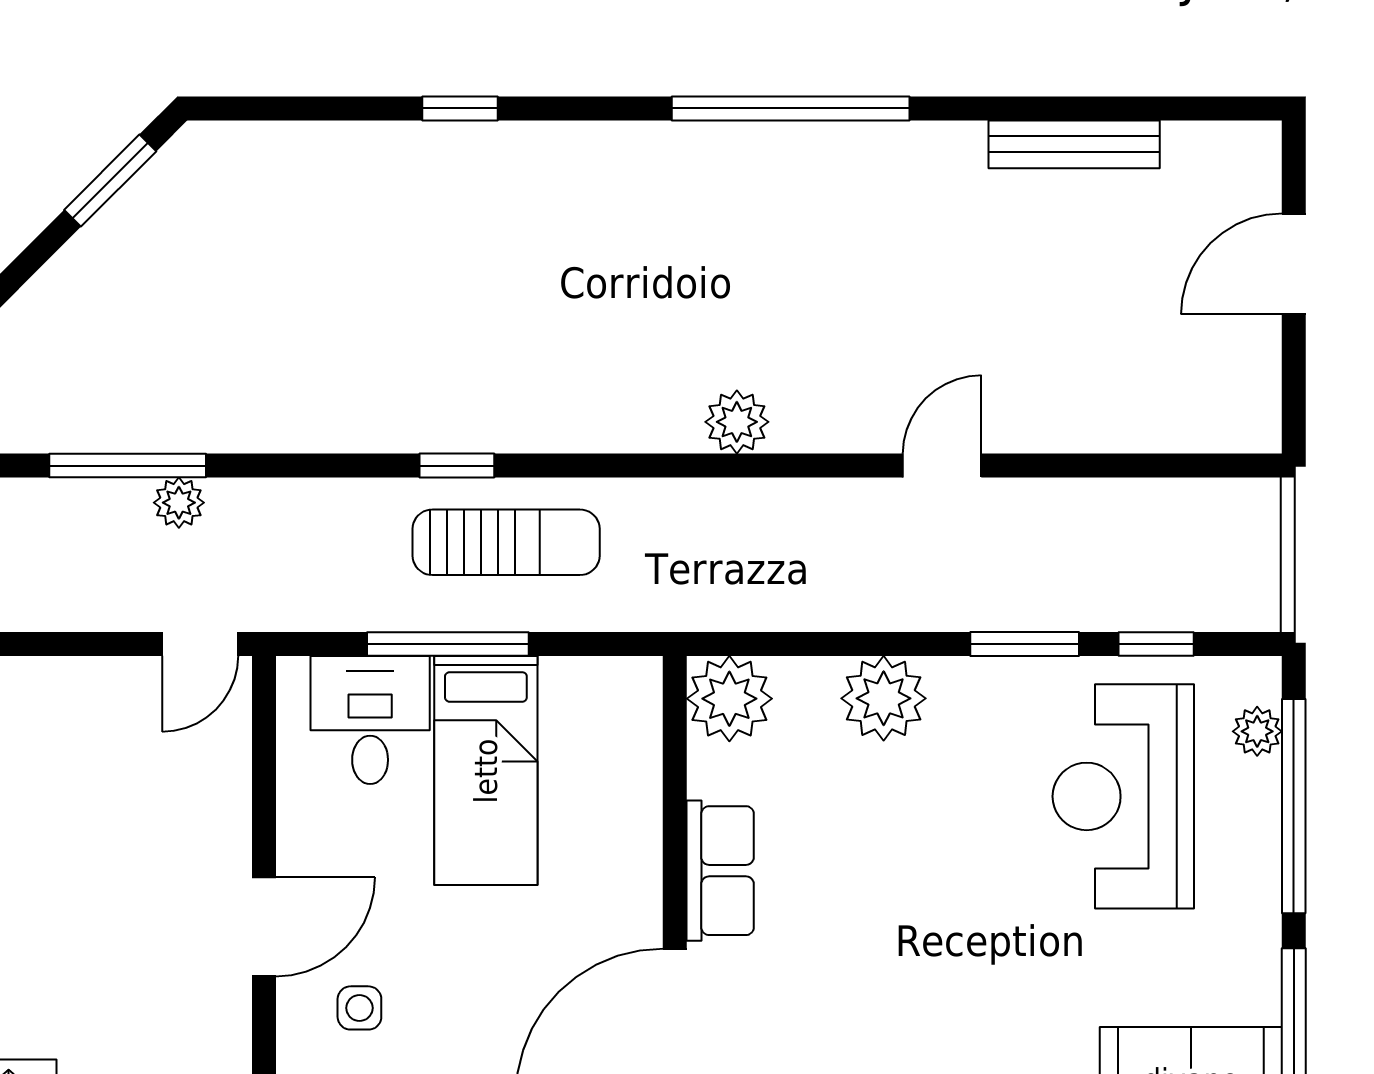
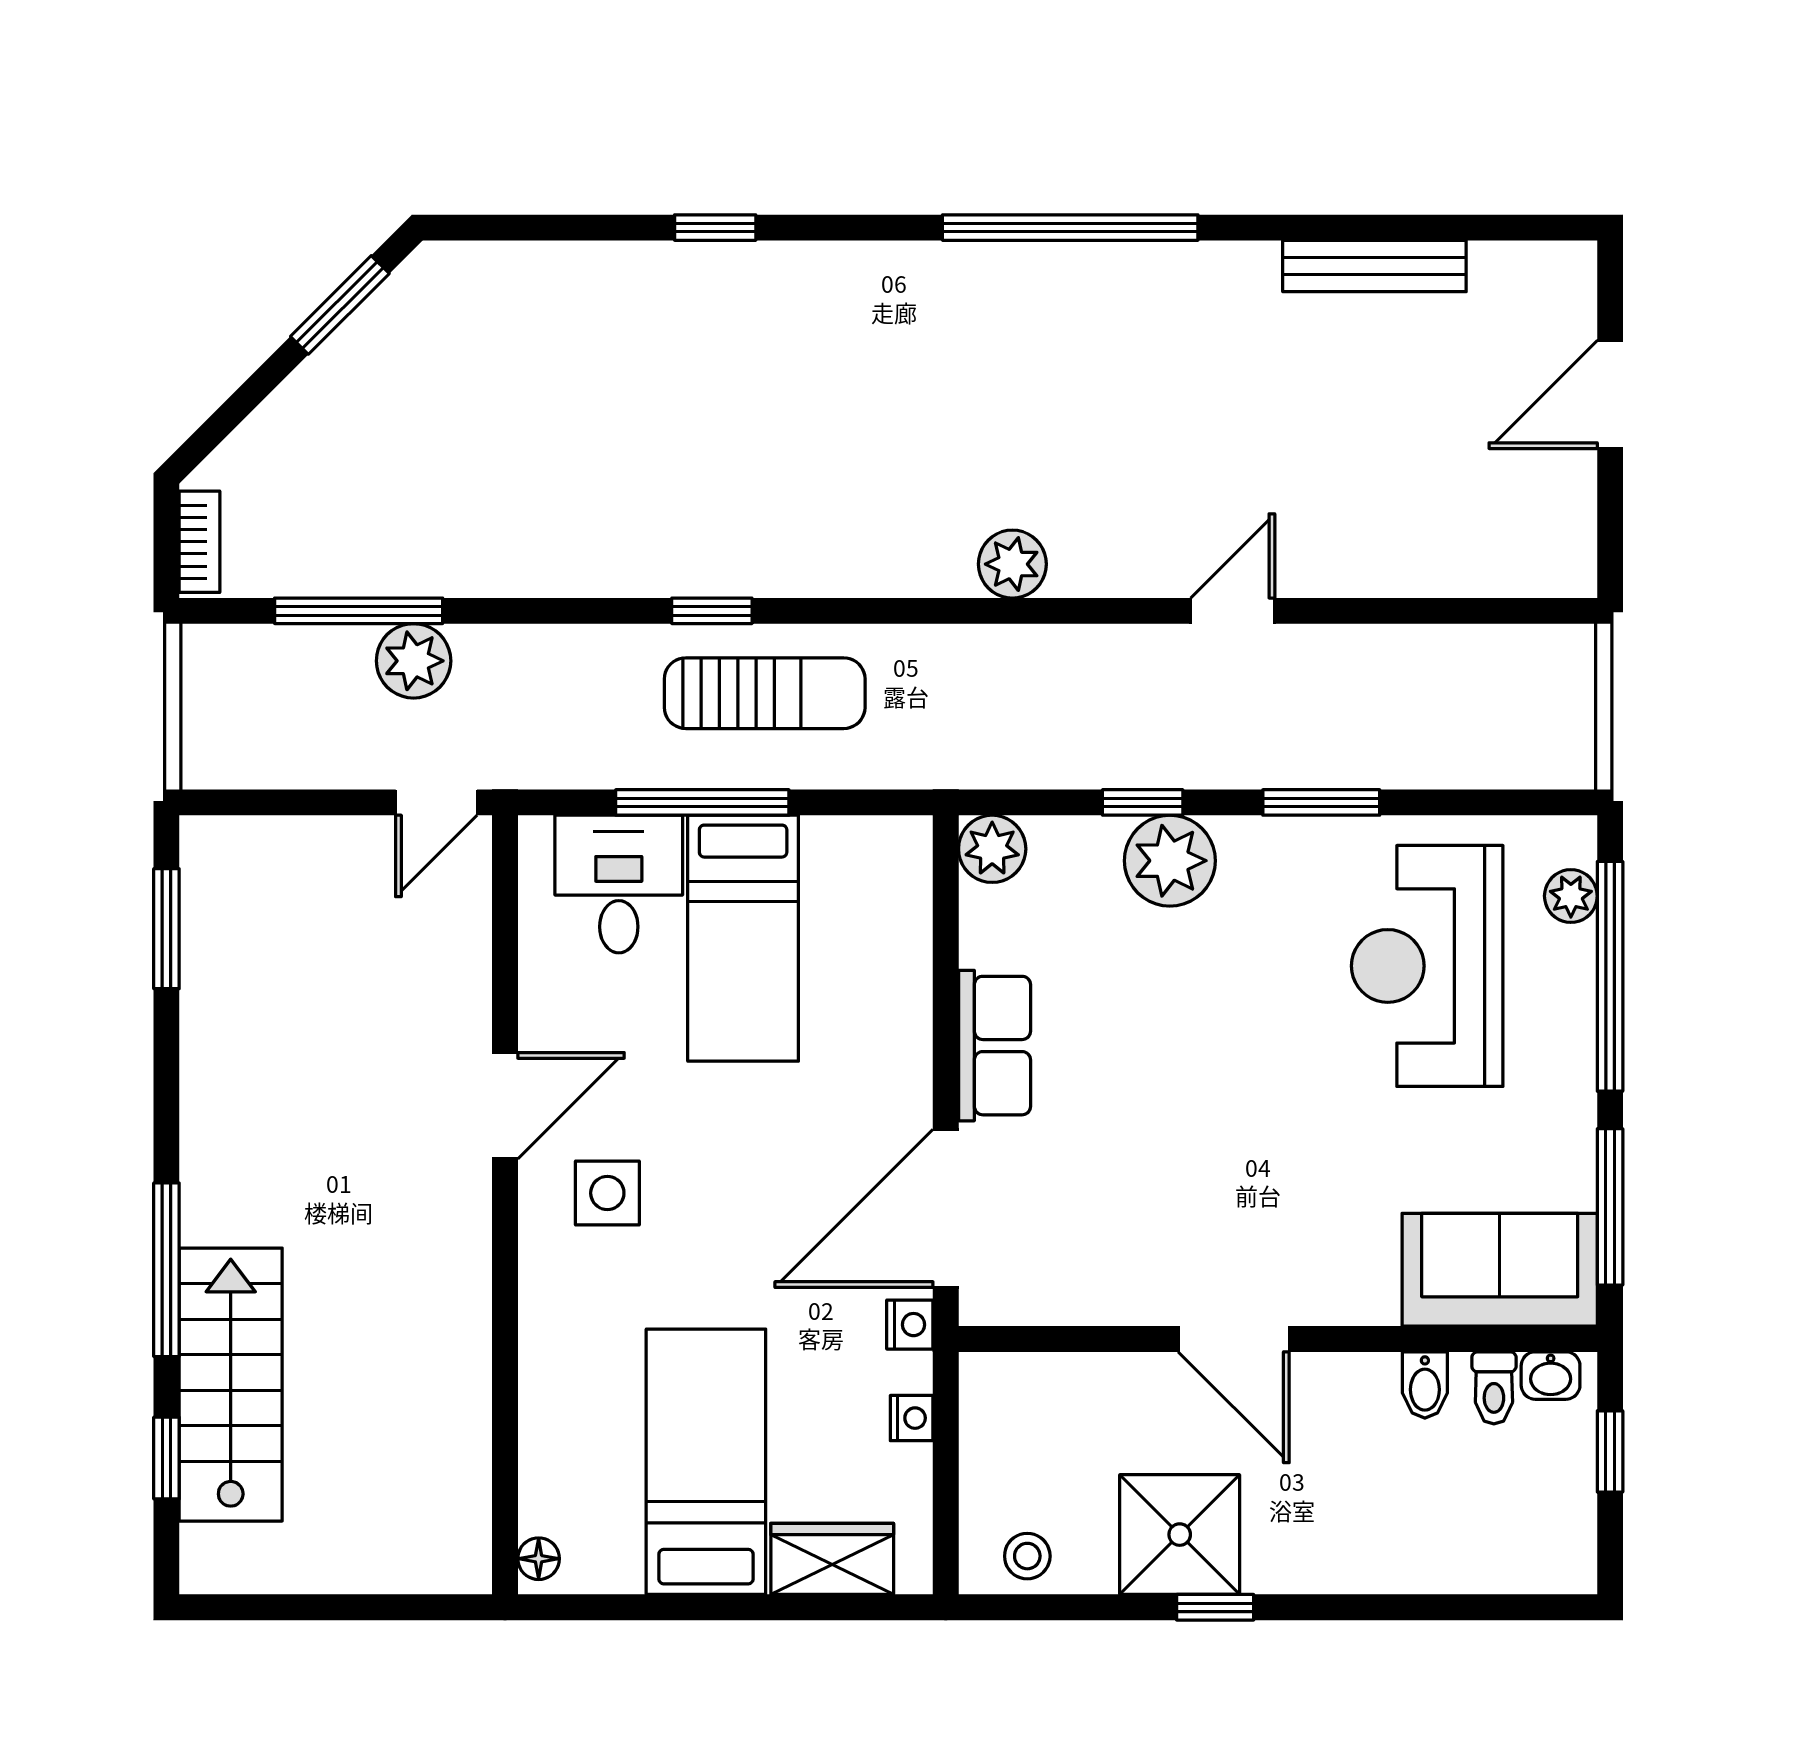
plant: (179, 503) -> (414, 661), width x1.38, depth x1.38
window: (1156, 644) -> (1143, 802), moved
plant: (729, 699) -> (992, 849), width x0.73, depth x0.73
side table: (359, 1008) -> (607, 1193), width x1.37, depth x1.37

